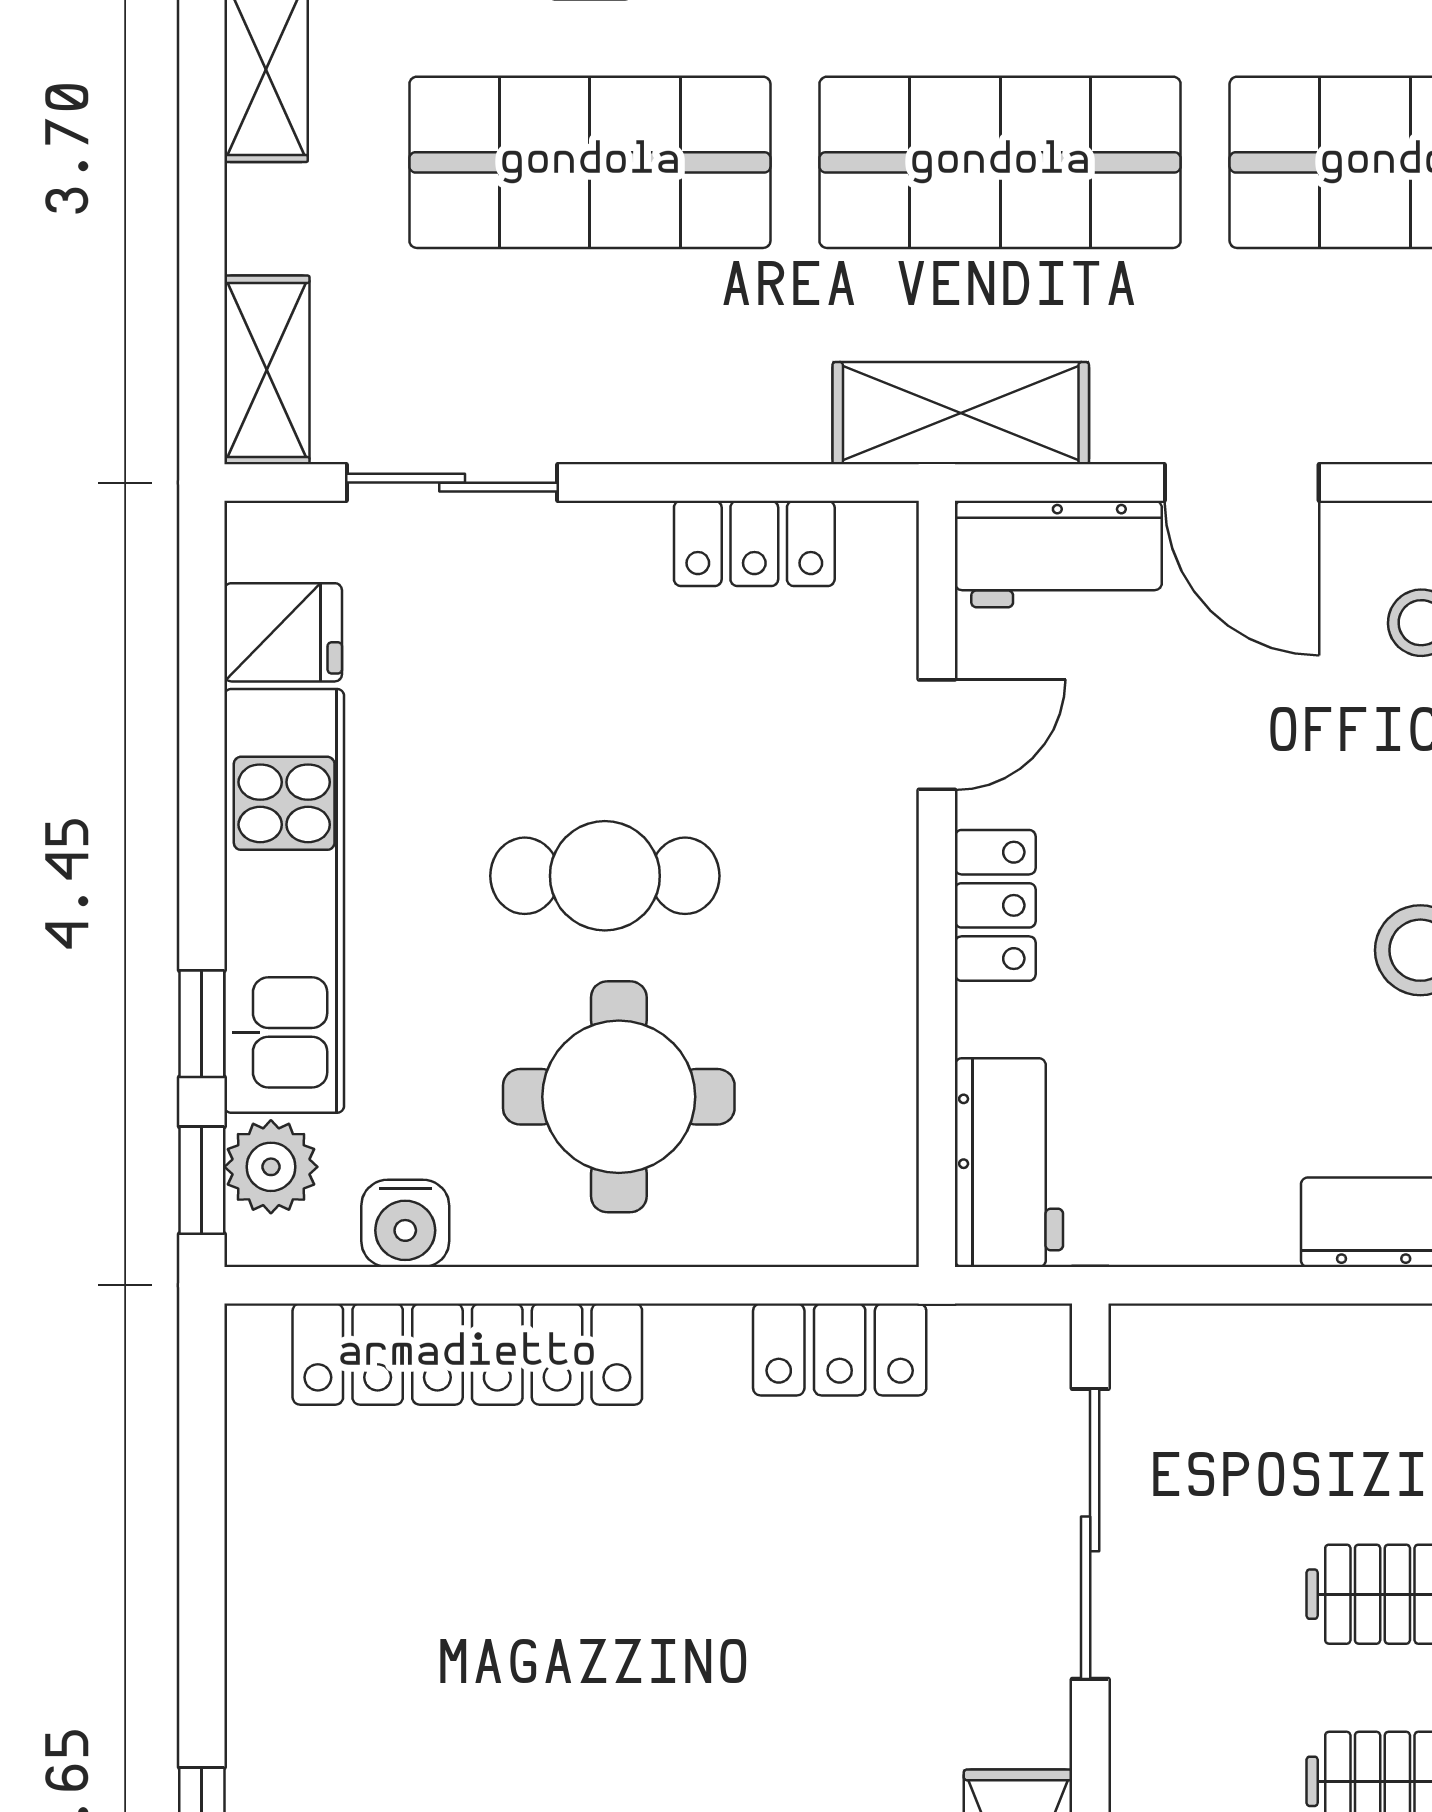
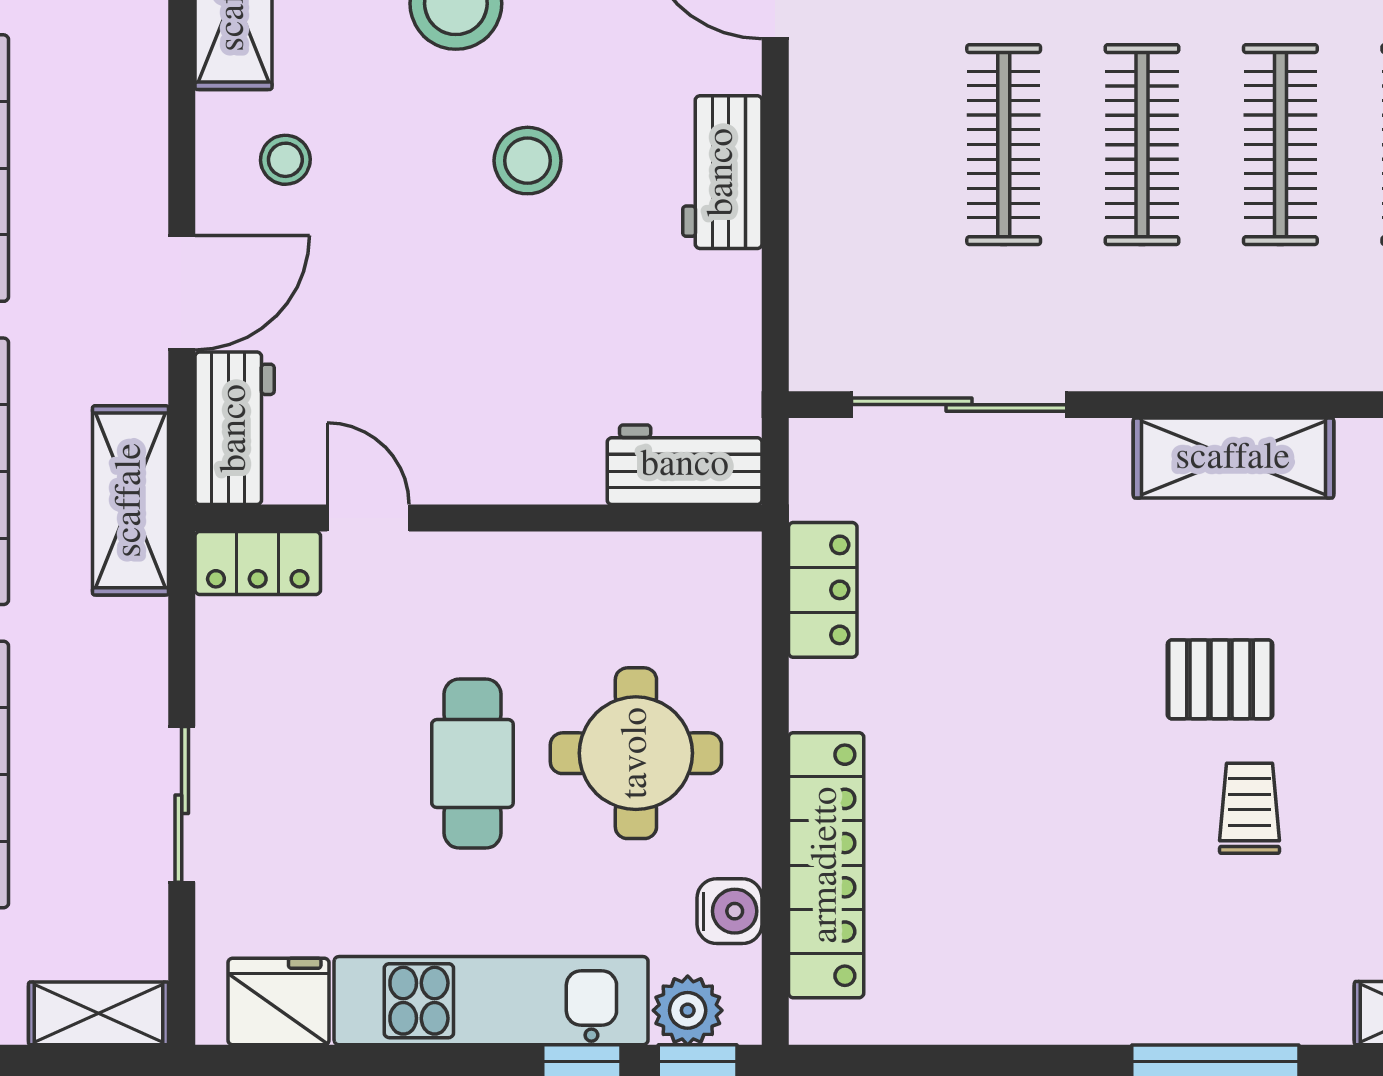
sliding door: (452, 483) -> (182, 804), moved
locker: (754, 543) -> (258, 563), moved, turned 90
fridge: (283, 632) -> (278, 1001), width x1.38
locker: (995, 905) -> (494, 475), removed

